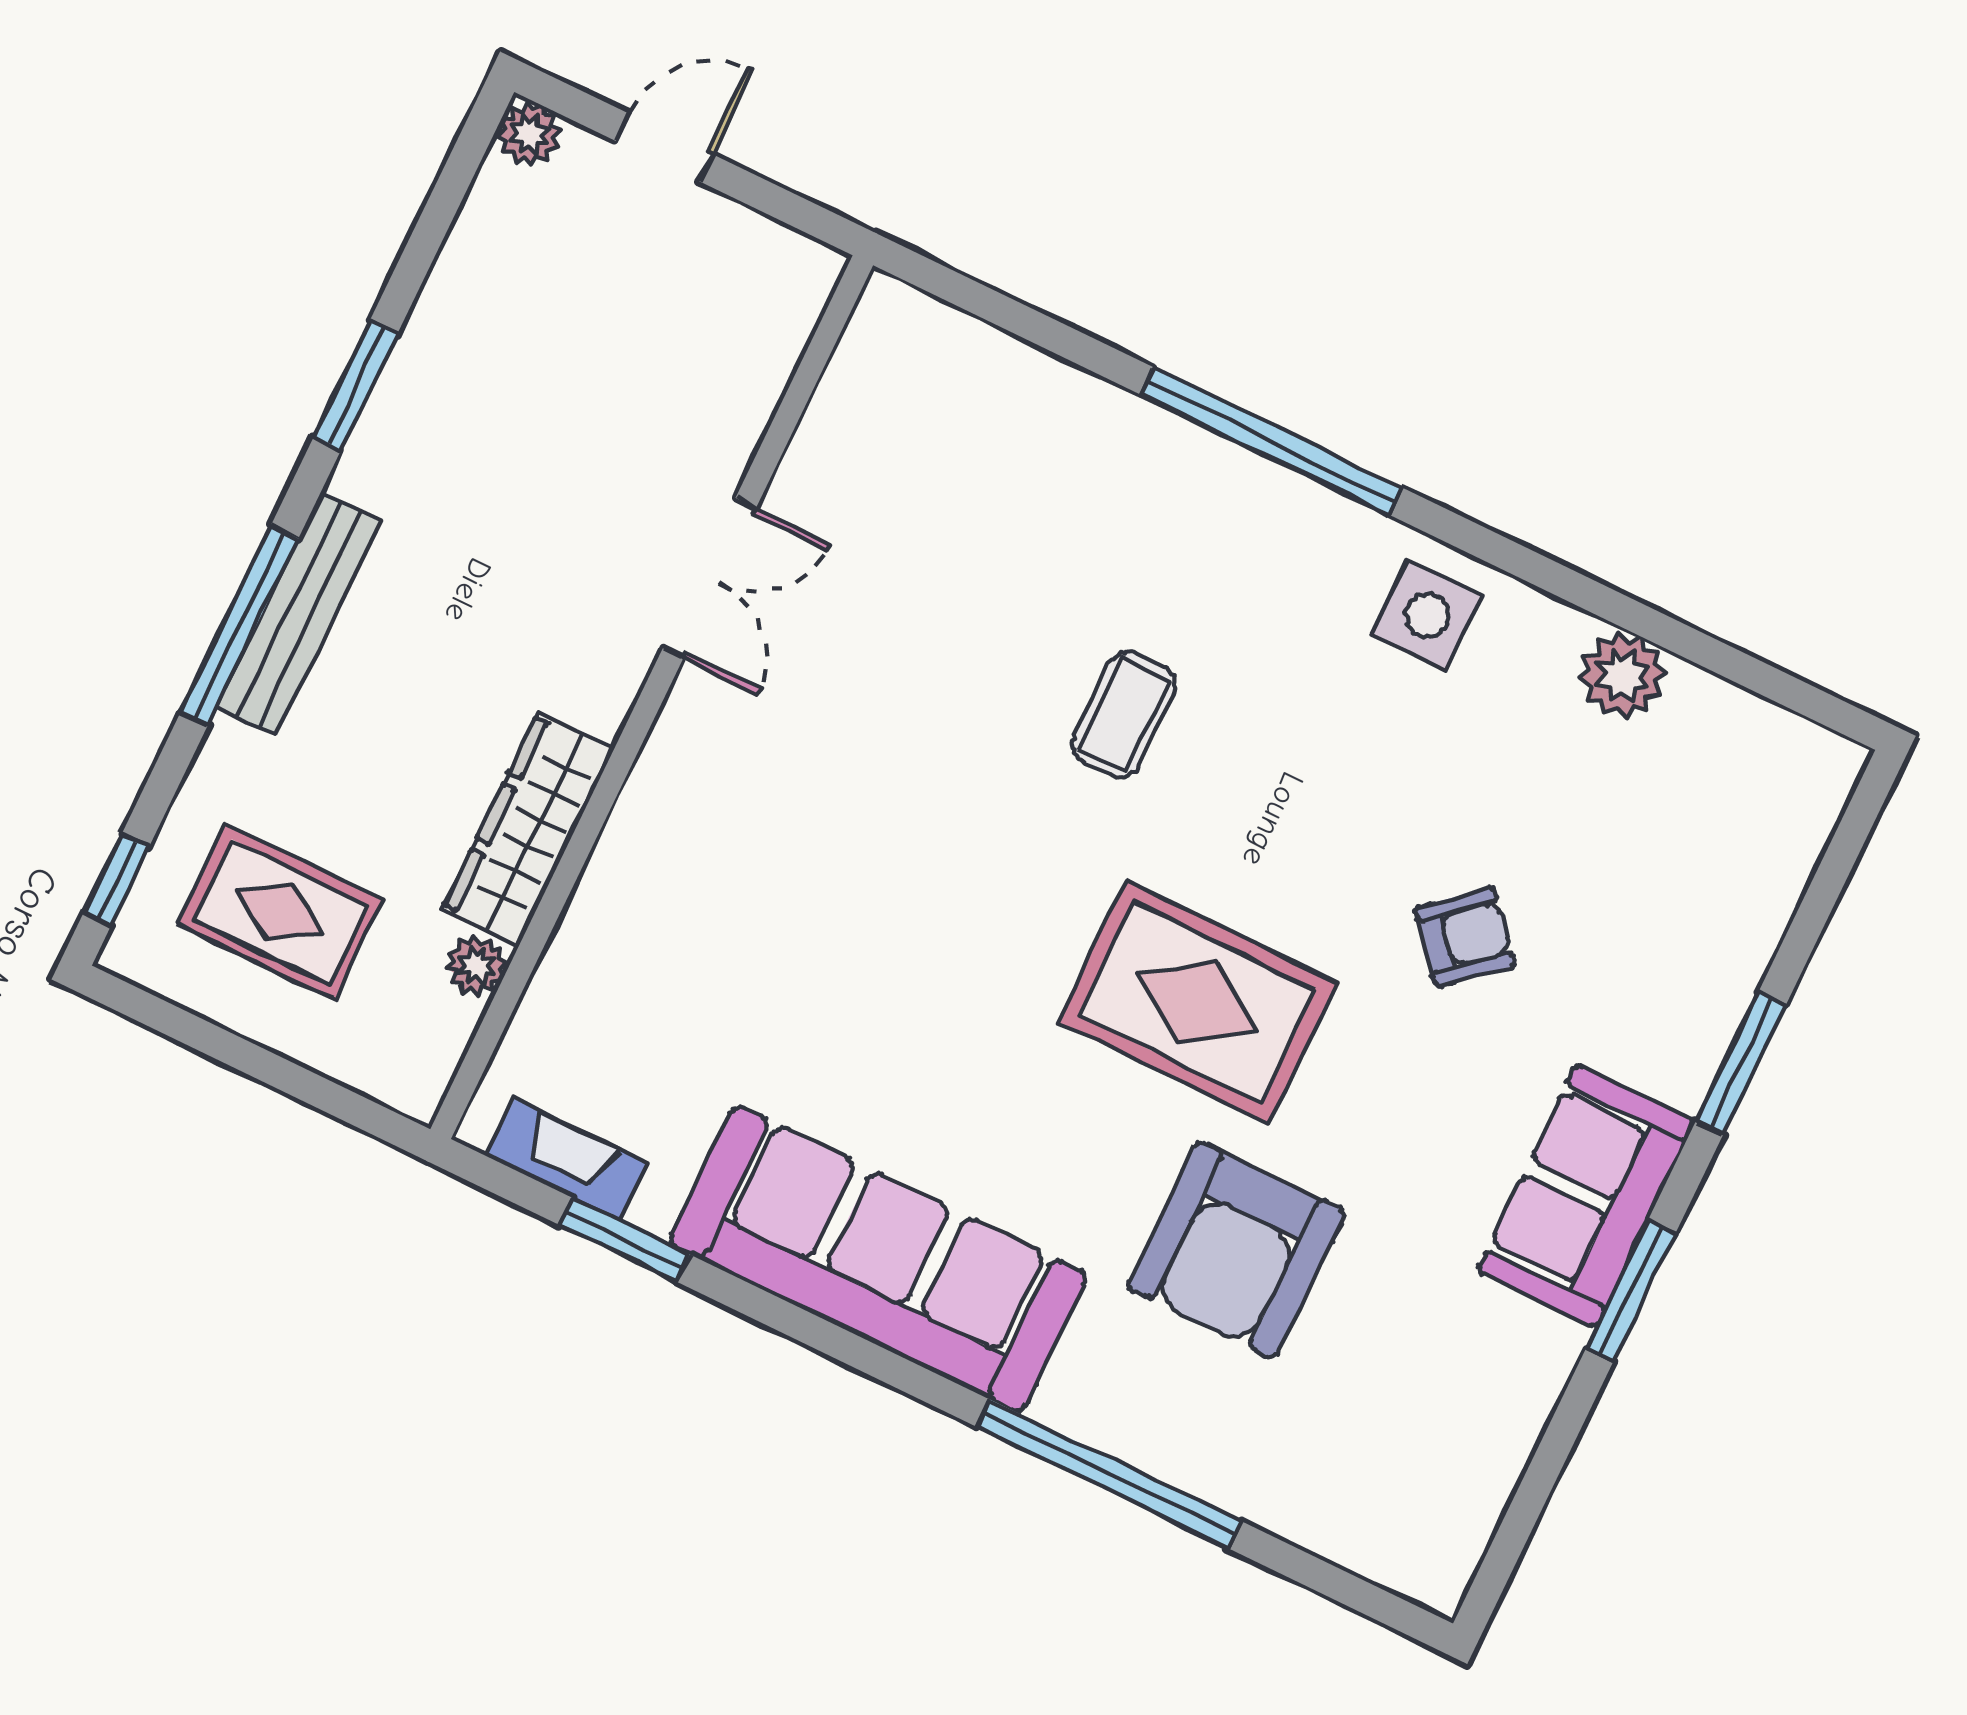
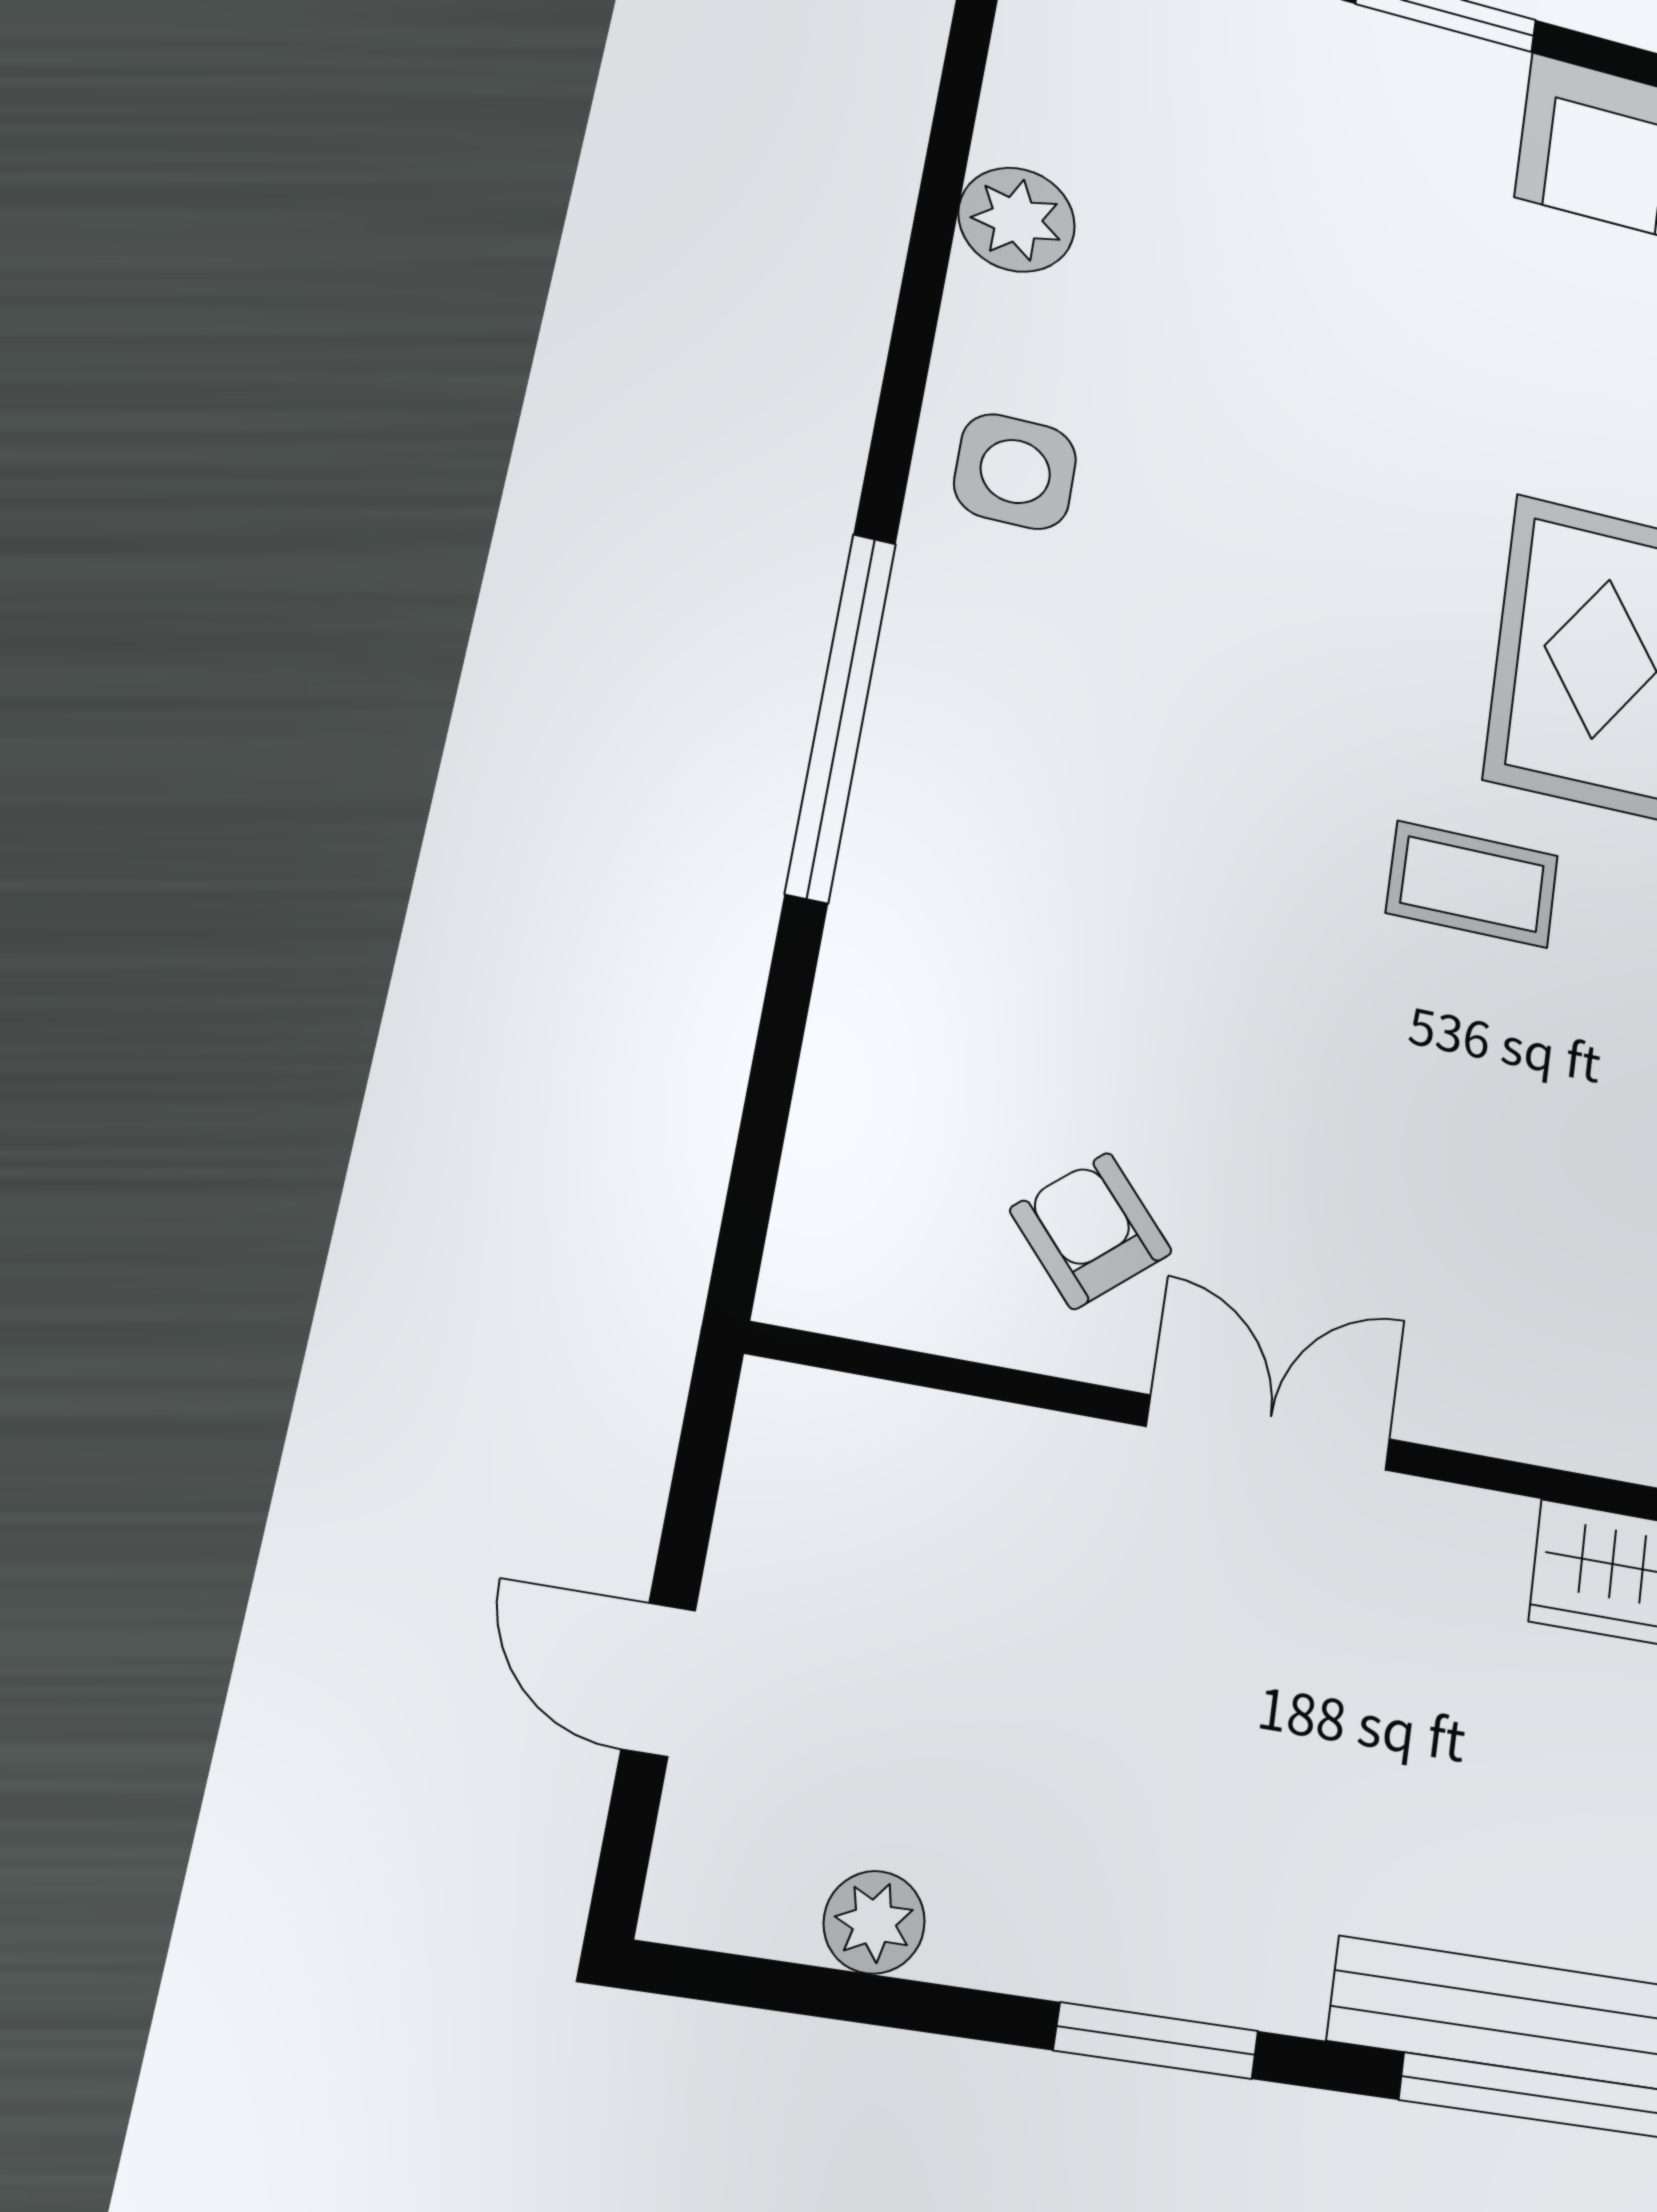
plant: (529, 134) -> (874, 1922), moved
coffee table: (1124, 715) -> (1472, 884), moved
armchair: (1465, 937) -> (1091, 1231), moved

